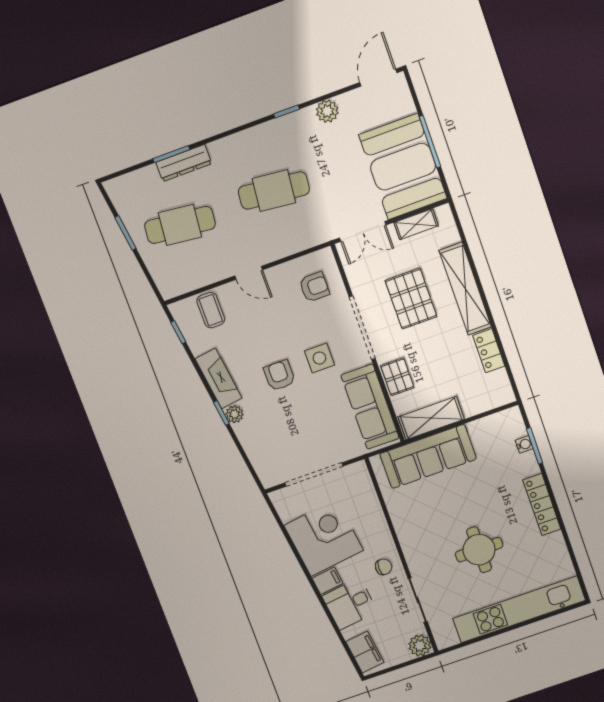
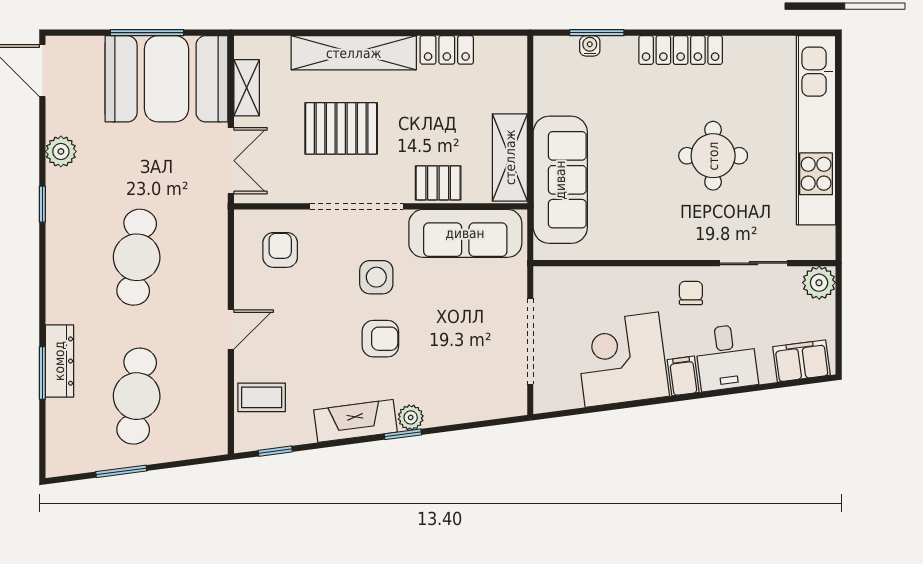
armchair: (279, 375) -> (380, 339), turned 180

